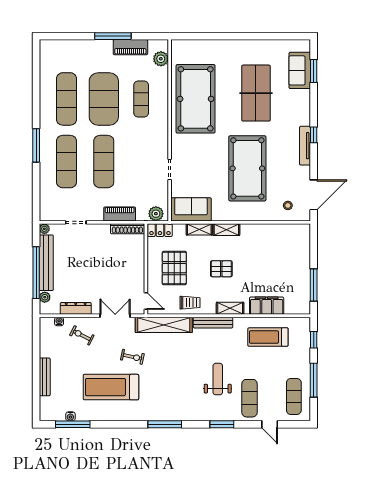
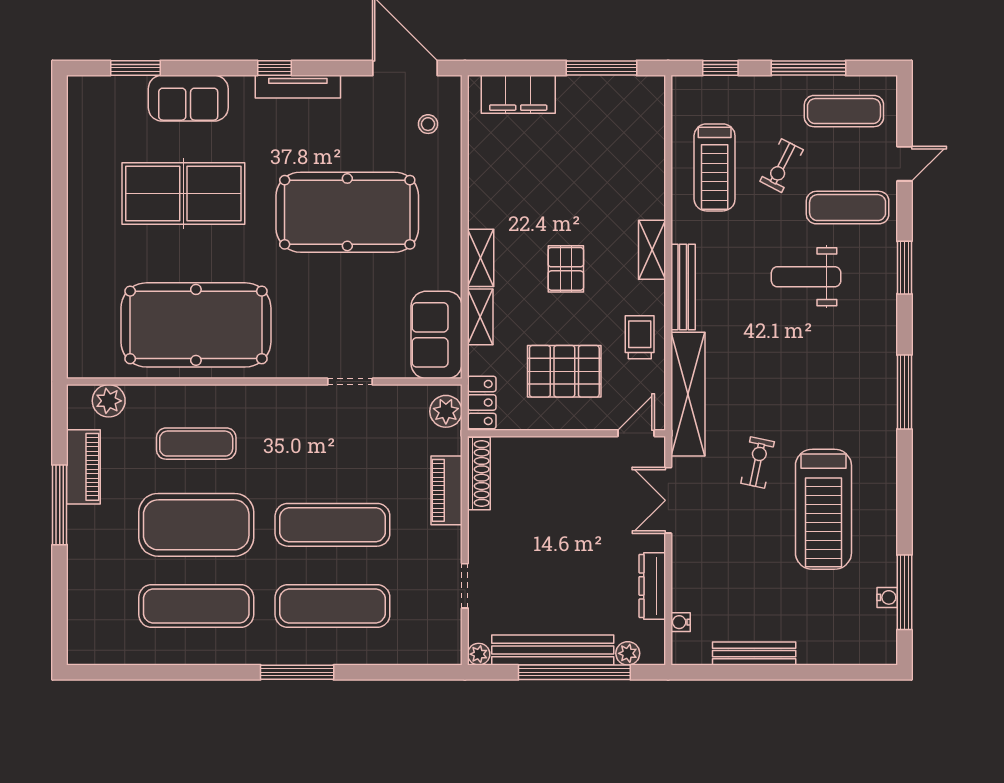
sofa: (300, 70) -> (188, 98), moved
filing cabinet: (267, 306) -> (518, 94), moved, turned -90
exercise bike: (82, 335) -> (782, 166), moved
bench: (45, 377) -> (754, 654), moved

